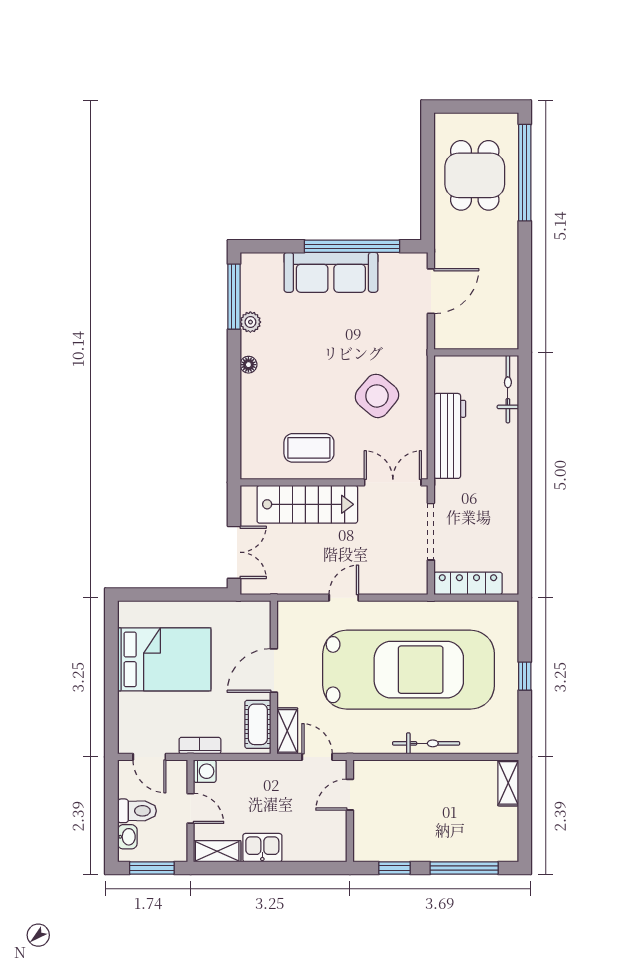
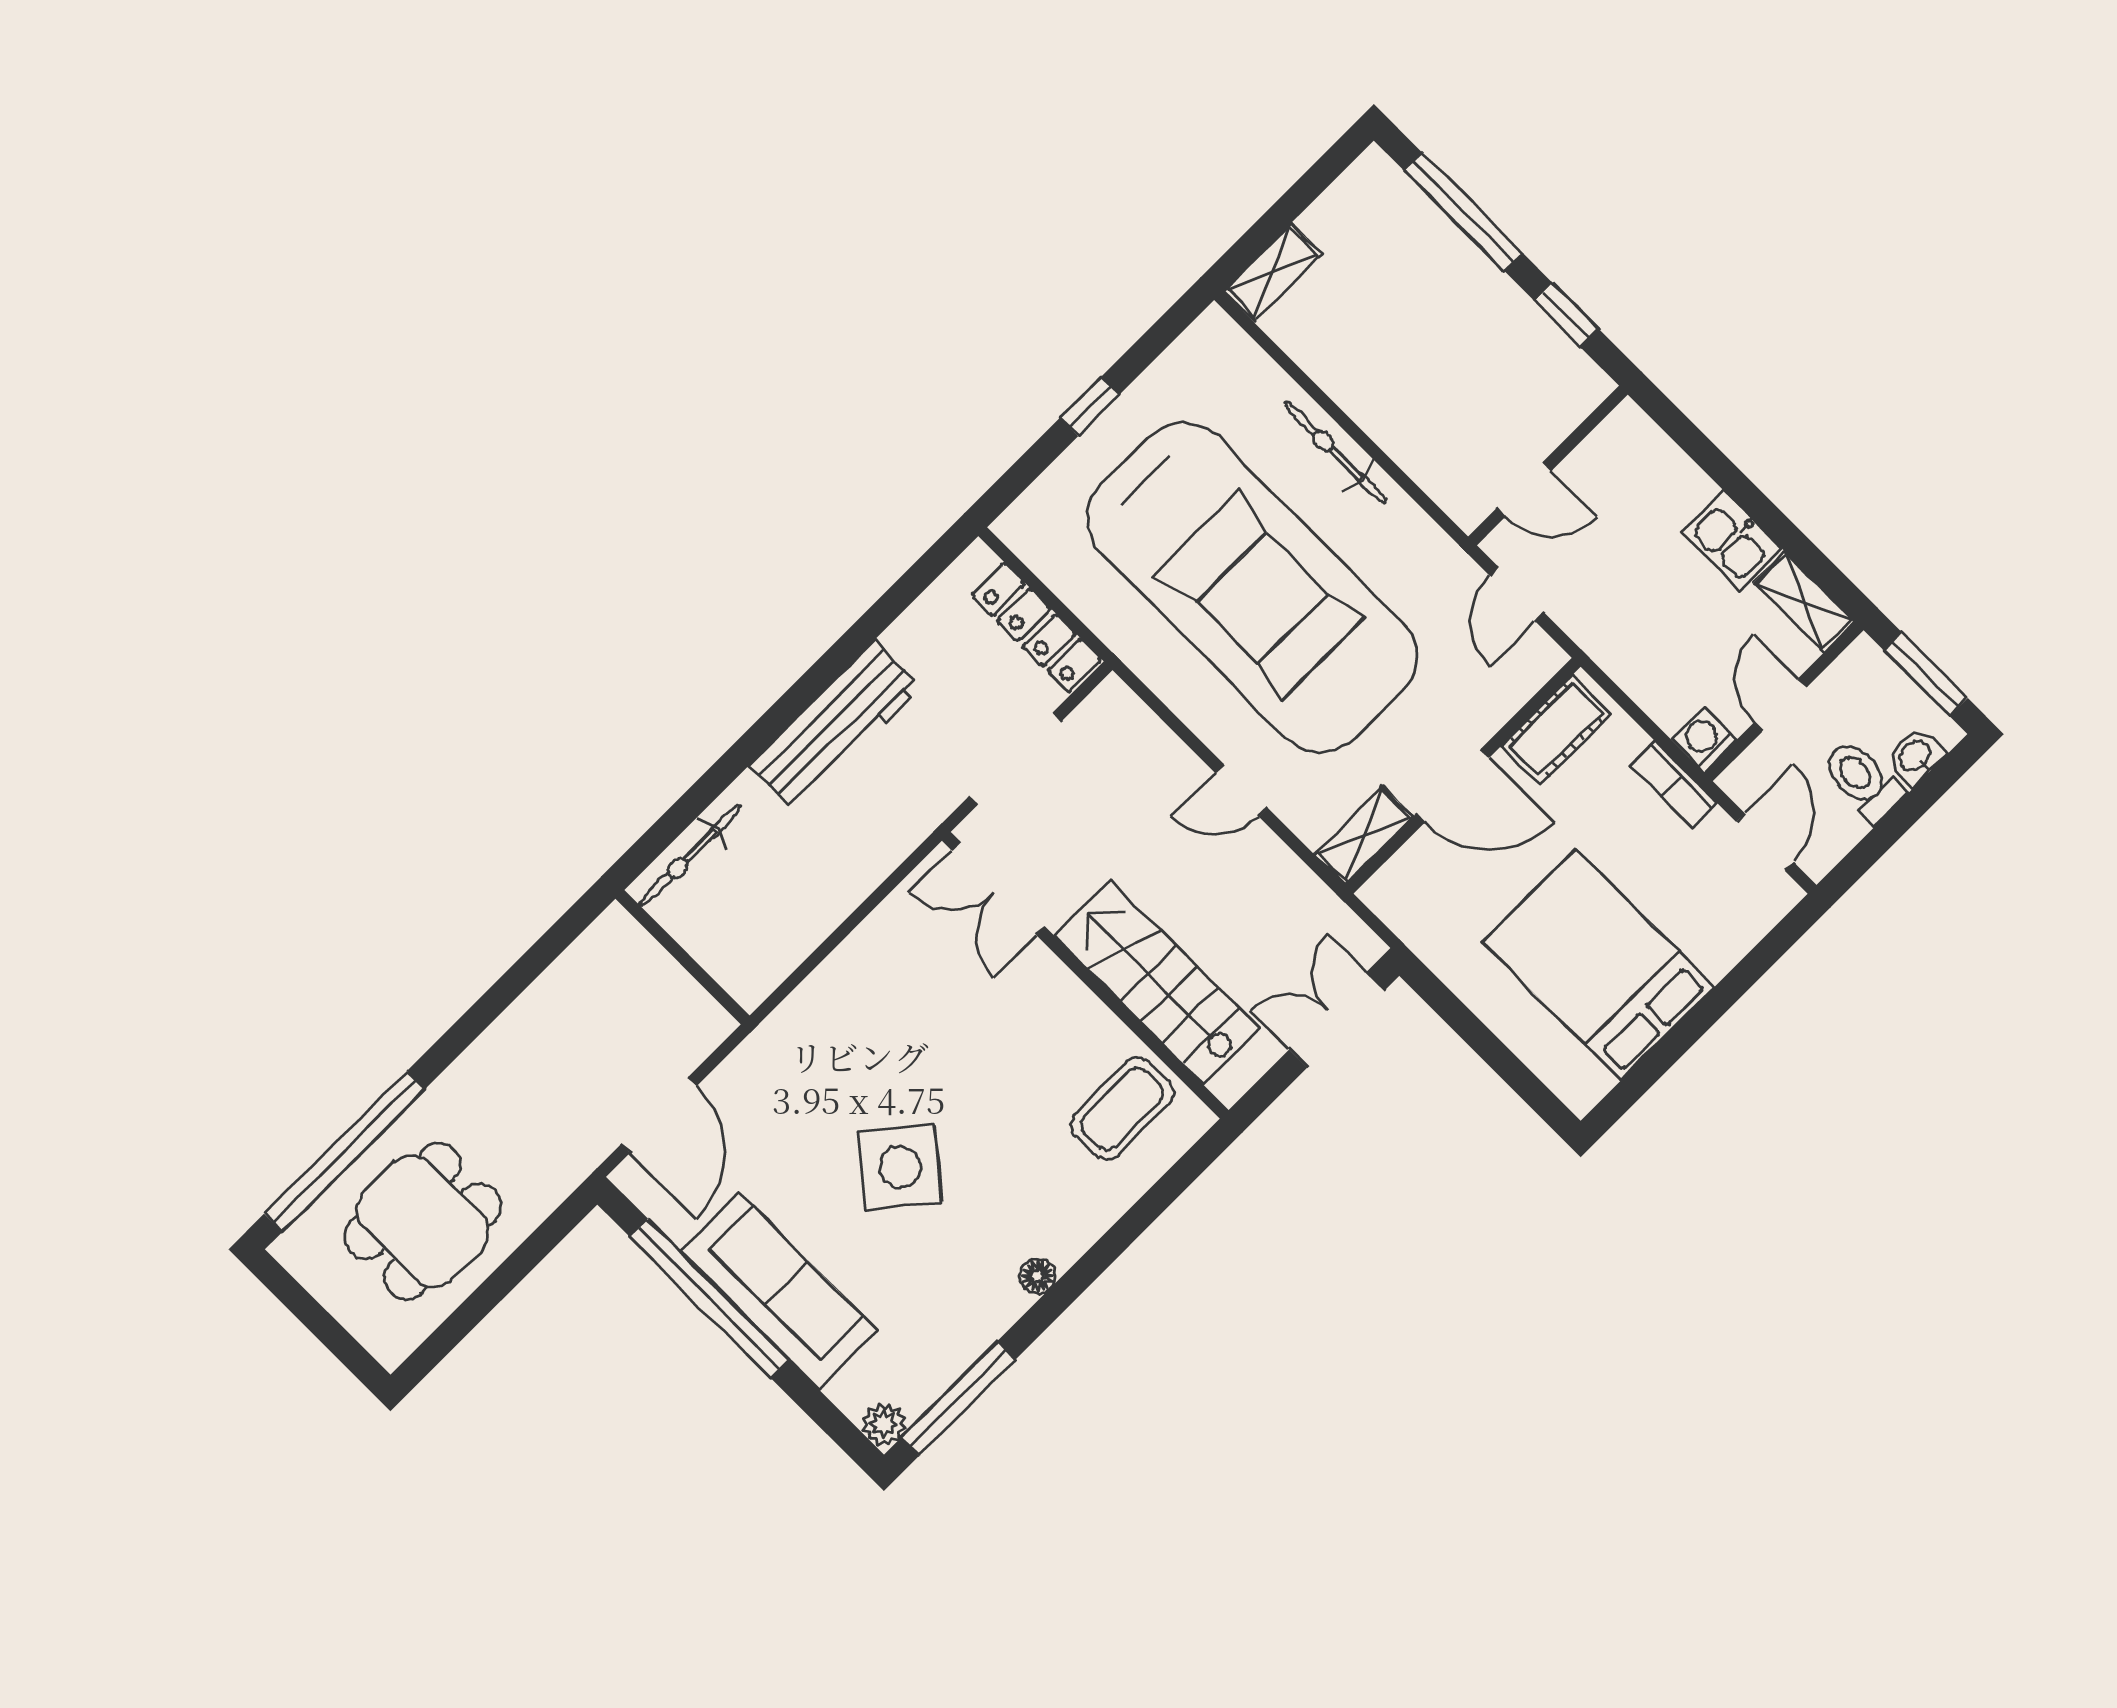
door: (431, 291) -> (659, 1115), swing flipped
plant: (250, 322) -> (884, 1424), moved
side table: (377, 396) -> (900, 1167), moved
workbench: (450, 436) -> (835, 726), moved, turned 180
coffee table: (309, 448) -> (1122, 1109), moved, turned 90
car: (409, 670) -> (1252, 588), turned 180
shelving: (287, 731) -> (1364, 835), moved

